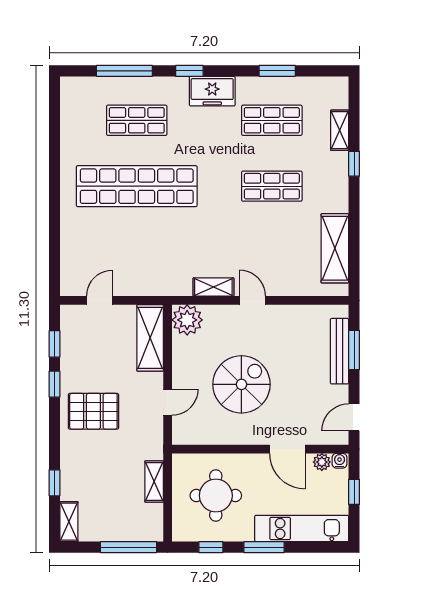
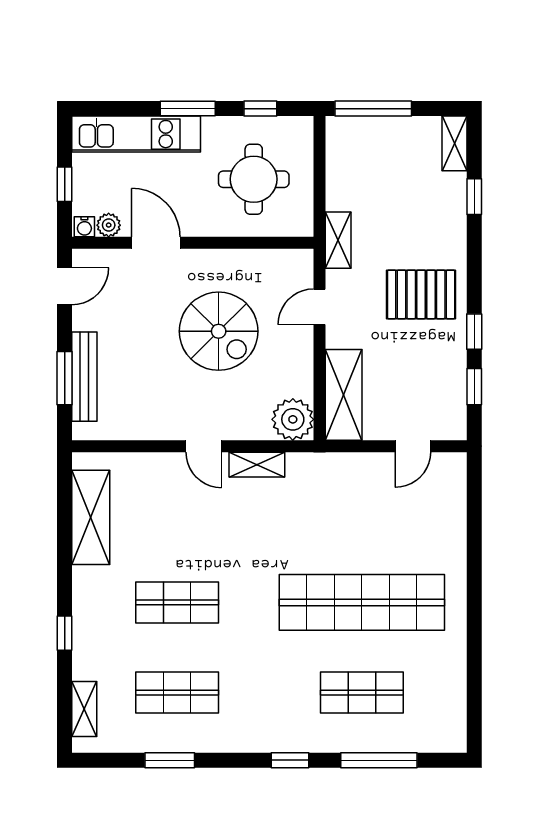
freezer: (212, 91) -> (259, 732), removed
shelving: (340, 130) -> (84, 709), moved
spiral stairs: (241, 384) -> (219, 331), turned -90
shelving: (154, 482) -> (338, 240), moved

